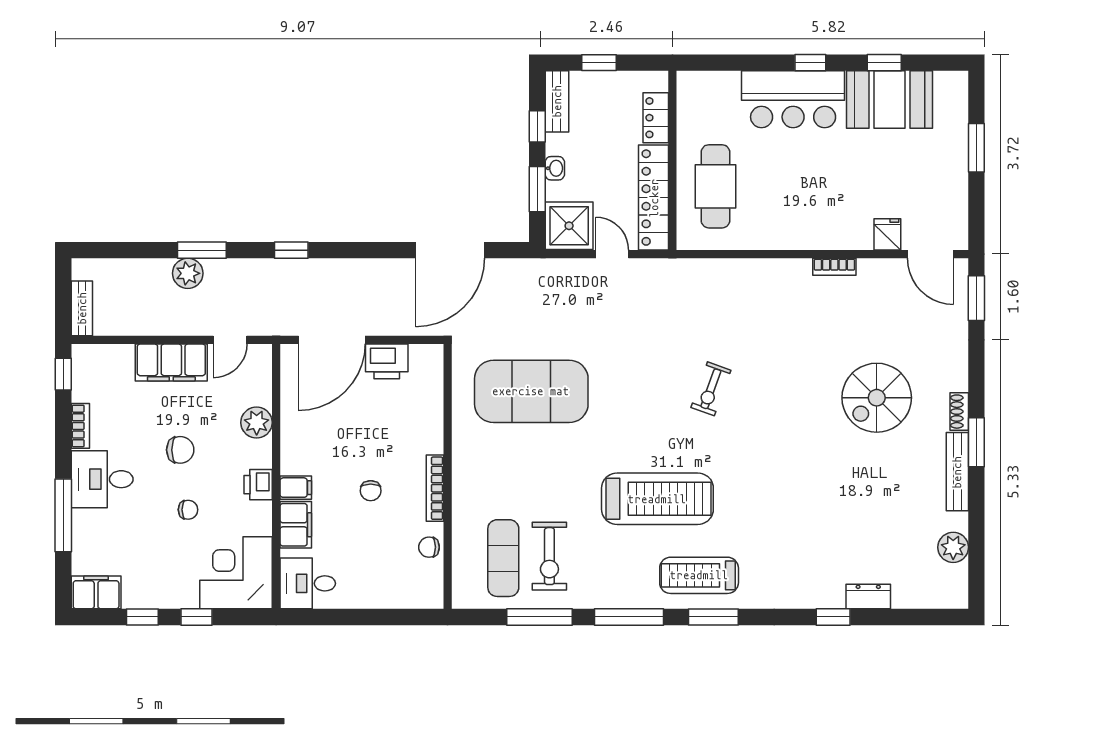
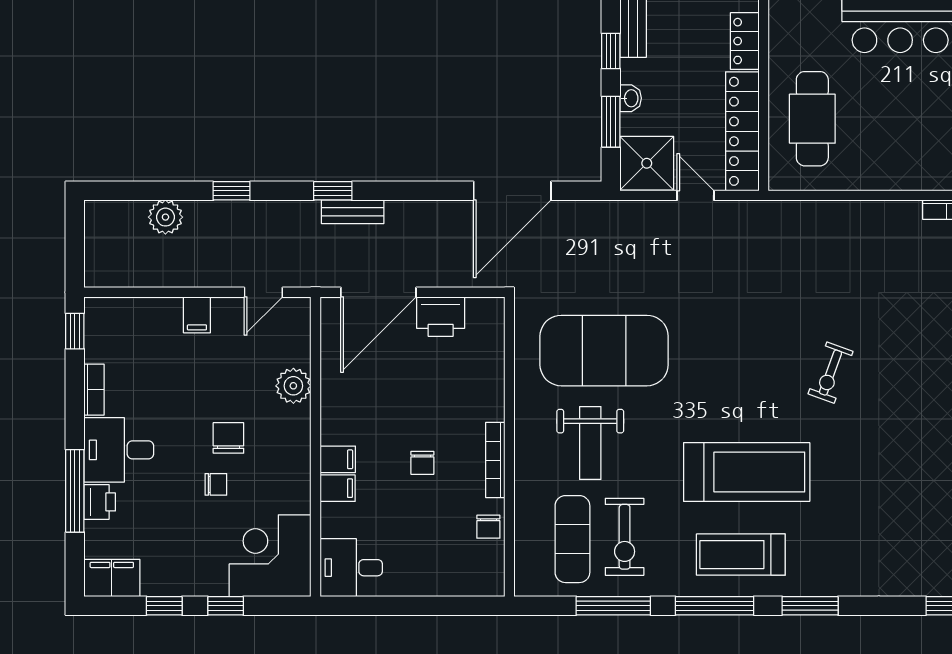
window: (202, 250) -> (232, 191), width x0.67
plant: (188, 273) -> (165, 217), moved
bench: (82, 308) -> (353, 212), moved, turned 90
filing cabinet: (171, 362) -> (197, 315), width x0.33, depth x0.86
exercise bike: (711, 389) -> (831, 373), moved
chair: (180, 450) -> (228, 438), moved, turned -90
weight bench: (519, 473) -> (590, 443), added
printer: (258, 485) -> (100, 502), moved, turned 180
filing cabinet: (296, 525) -> (338, 488), width x0.50
chair: (429, 547) -> (488, 527), turned -90
treadmill: (699, 575) -> (741, 555), moved

